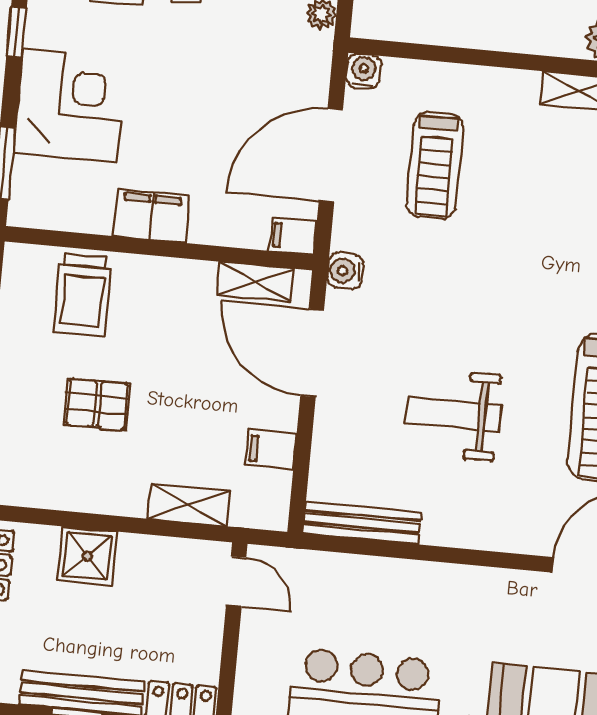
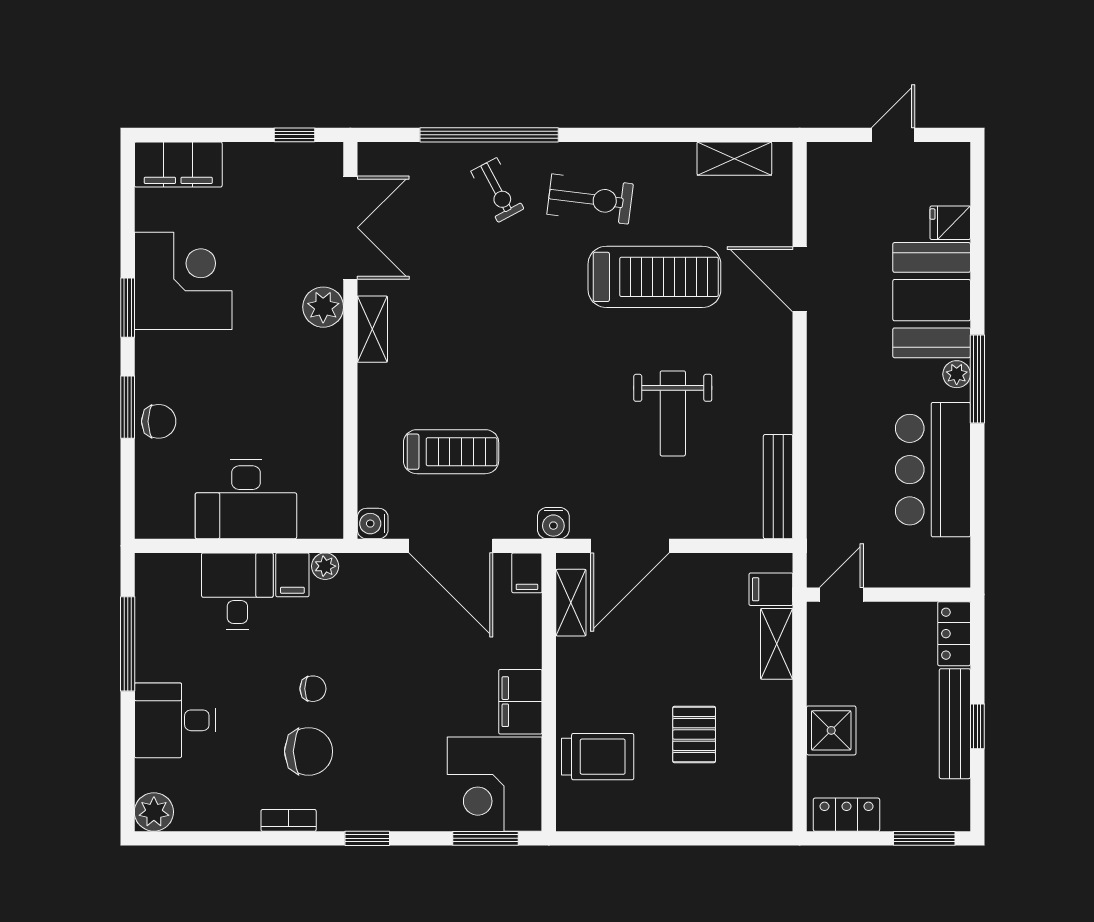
corner desk: (70, 105) -> (495, 784), moved, turned -90
filing cabinet: (271, 450) -> (771, 589), moved, turned 90

